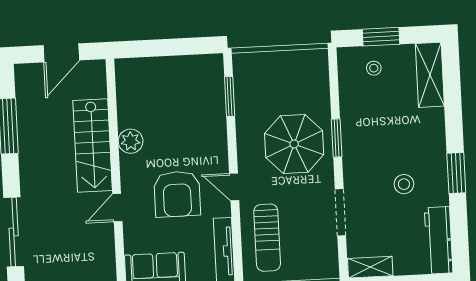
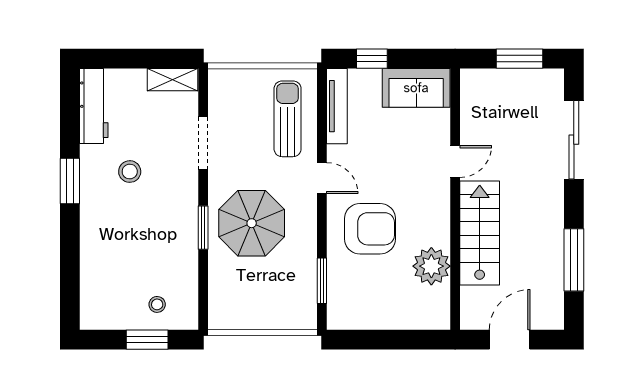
shelving: (430, 75) -> (94, 294), removed
plant: (131, 141) -> (431, 266), moved, width x1.36, depth x1.36
armchair: (177, 194) -> (370, 229), moved, turned 90

